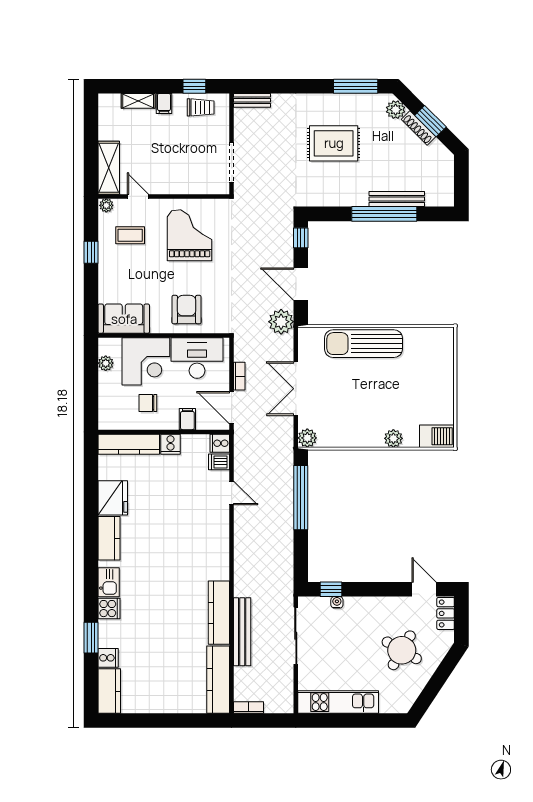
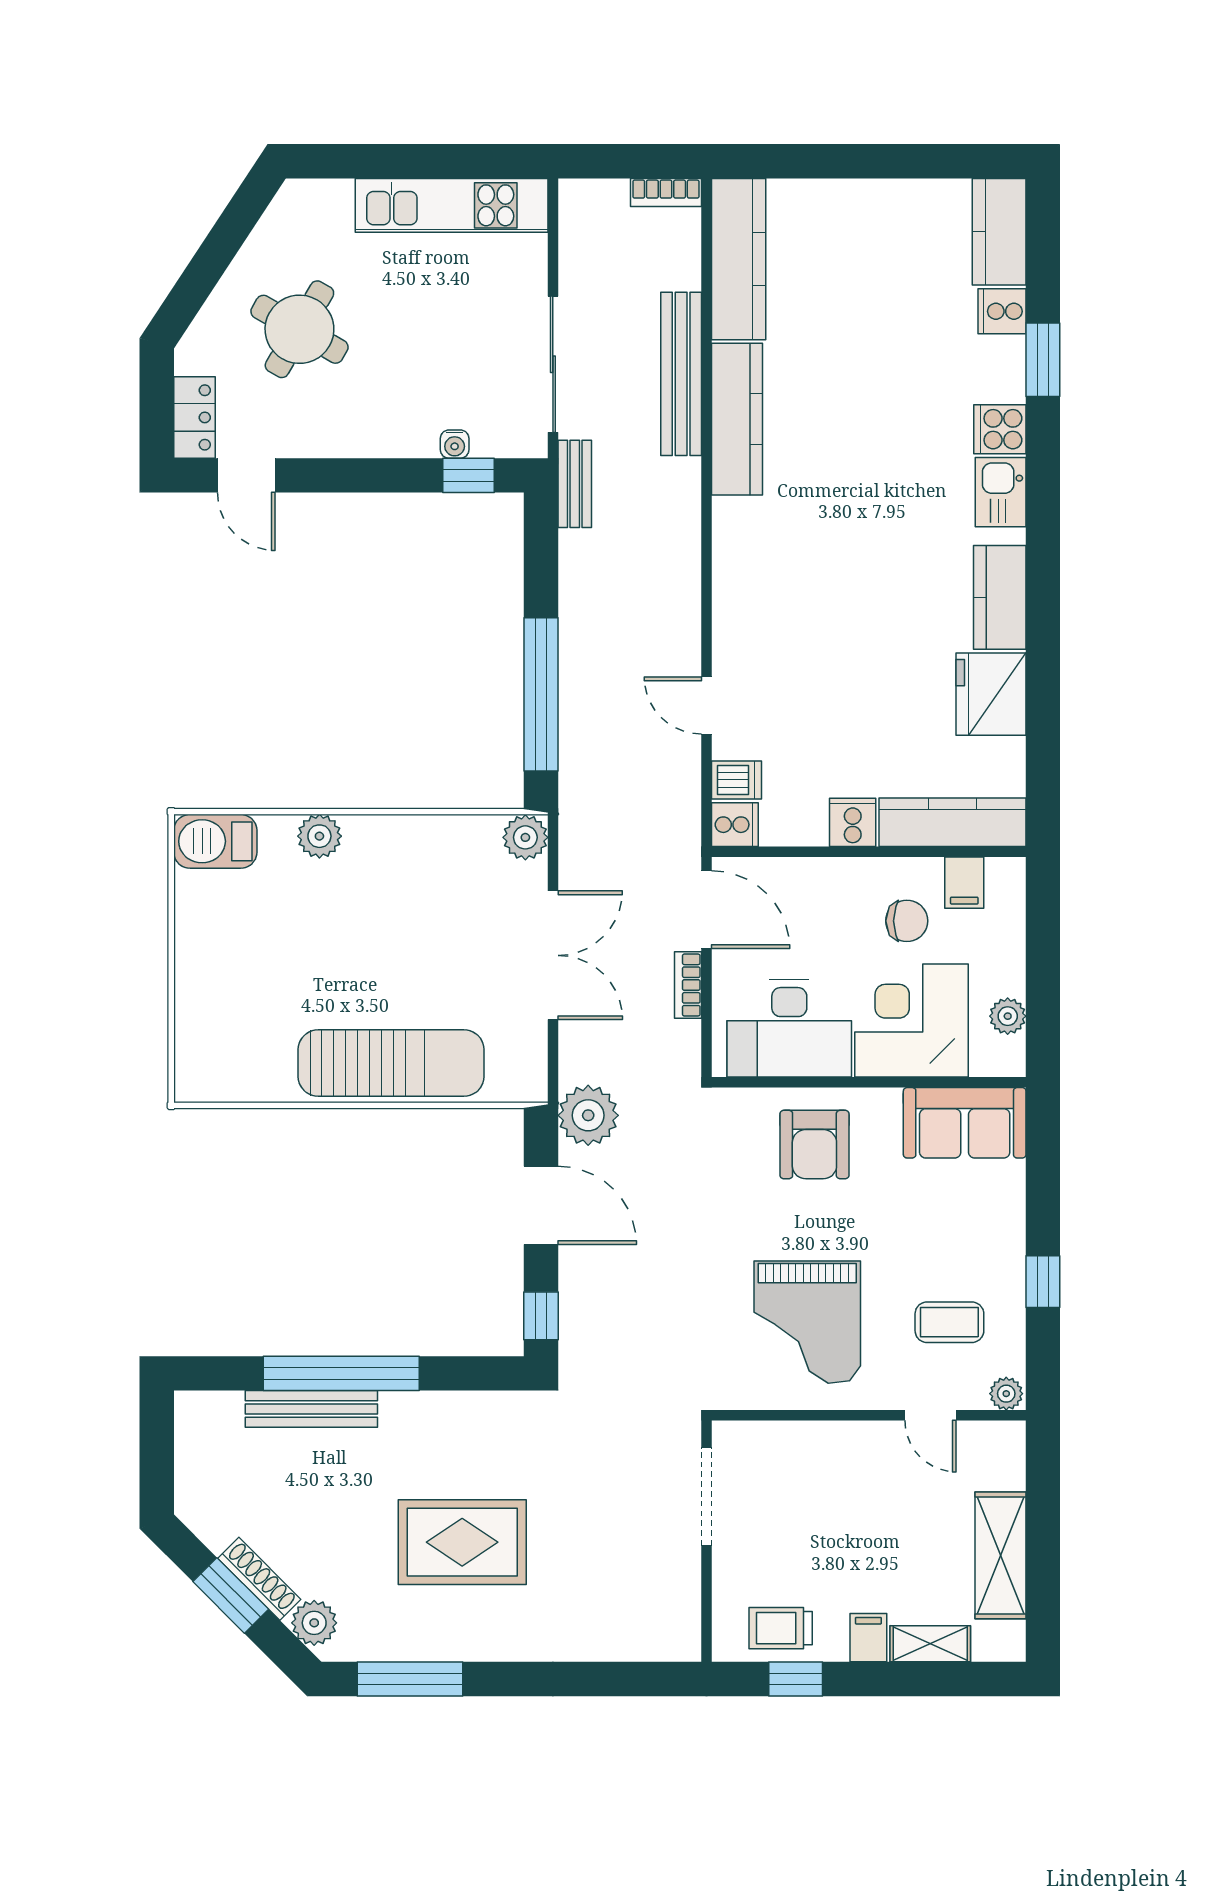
bench: (252, 100) -> (575, 484), moved, turned 90
shelving: (109, 168) -> (1000, 1555), moved
filing cabinet: (187, 419) -> (964, 883), moved

